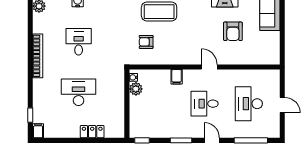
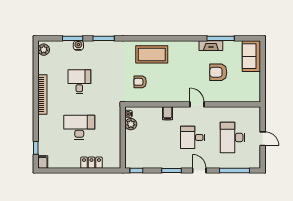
armchair: (233, 31) -> (218, 72), turned 90

